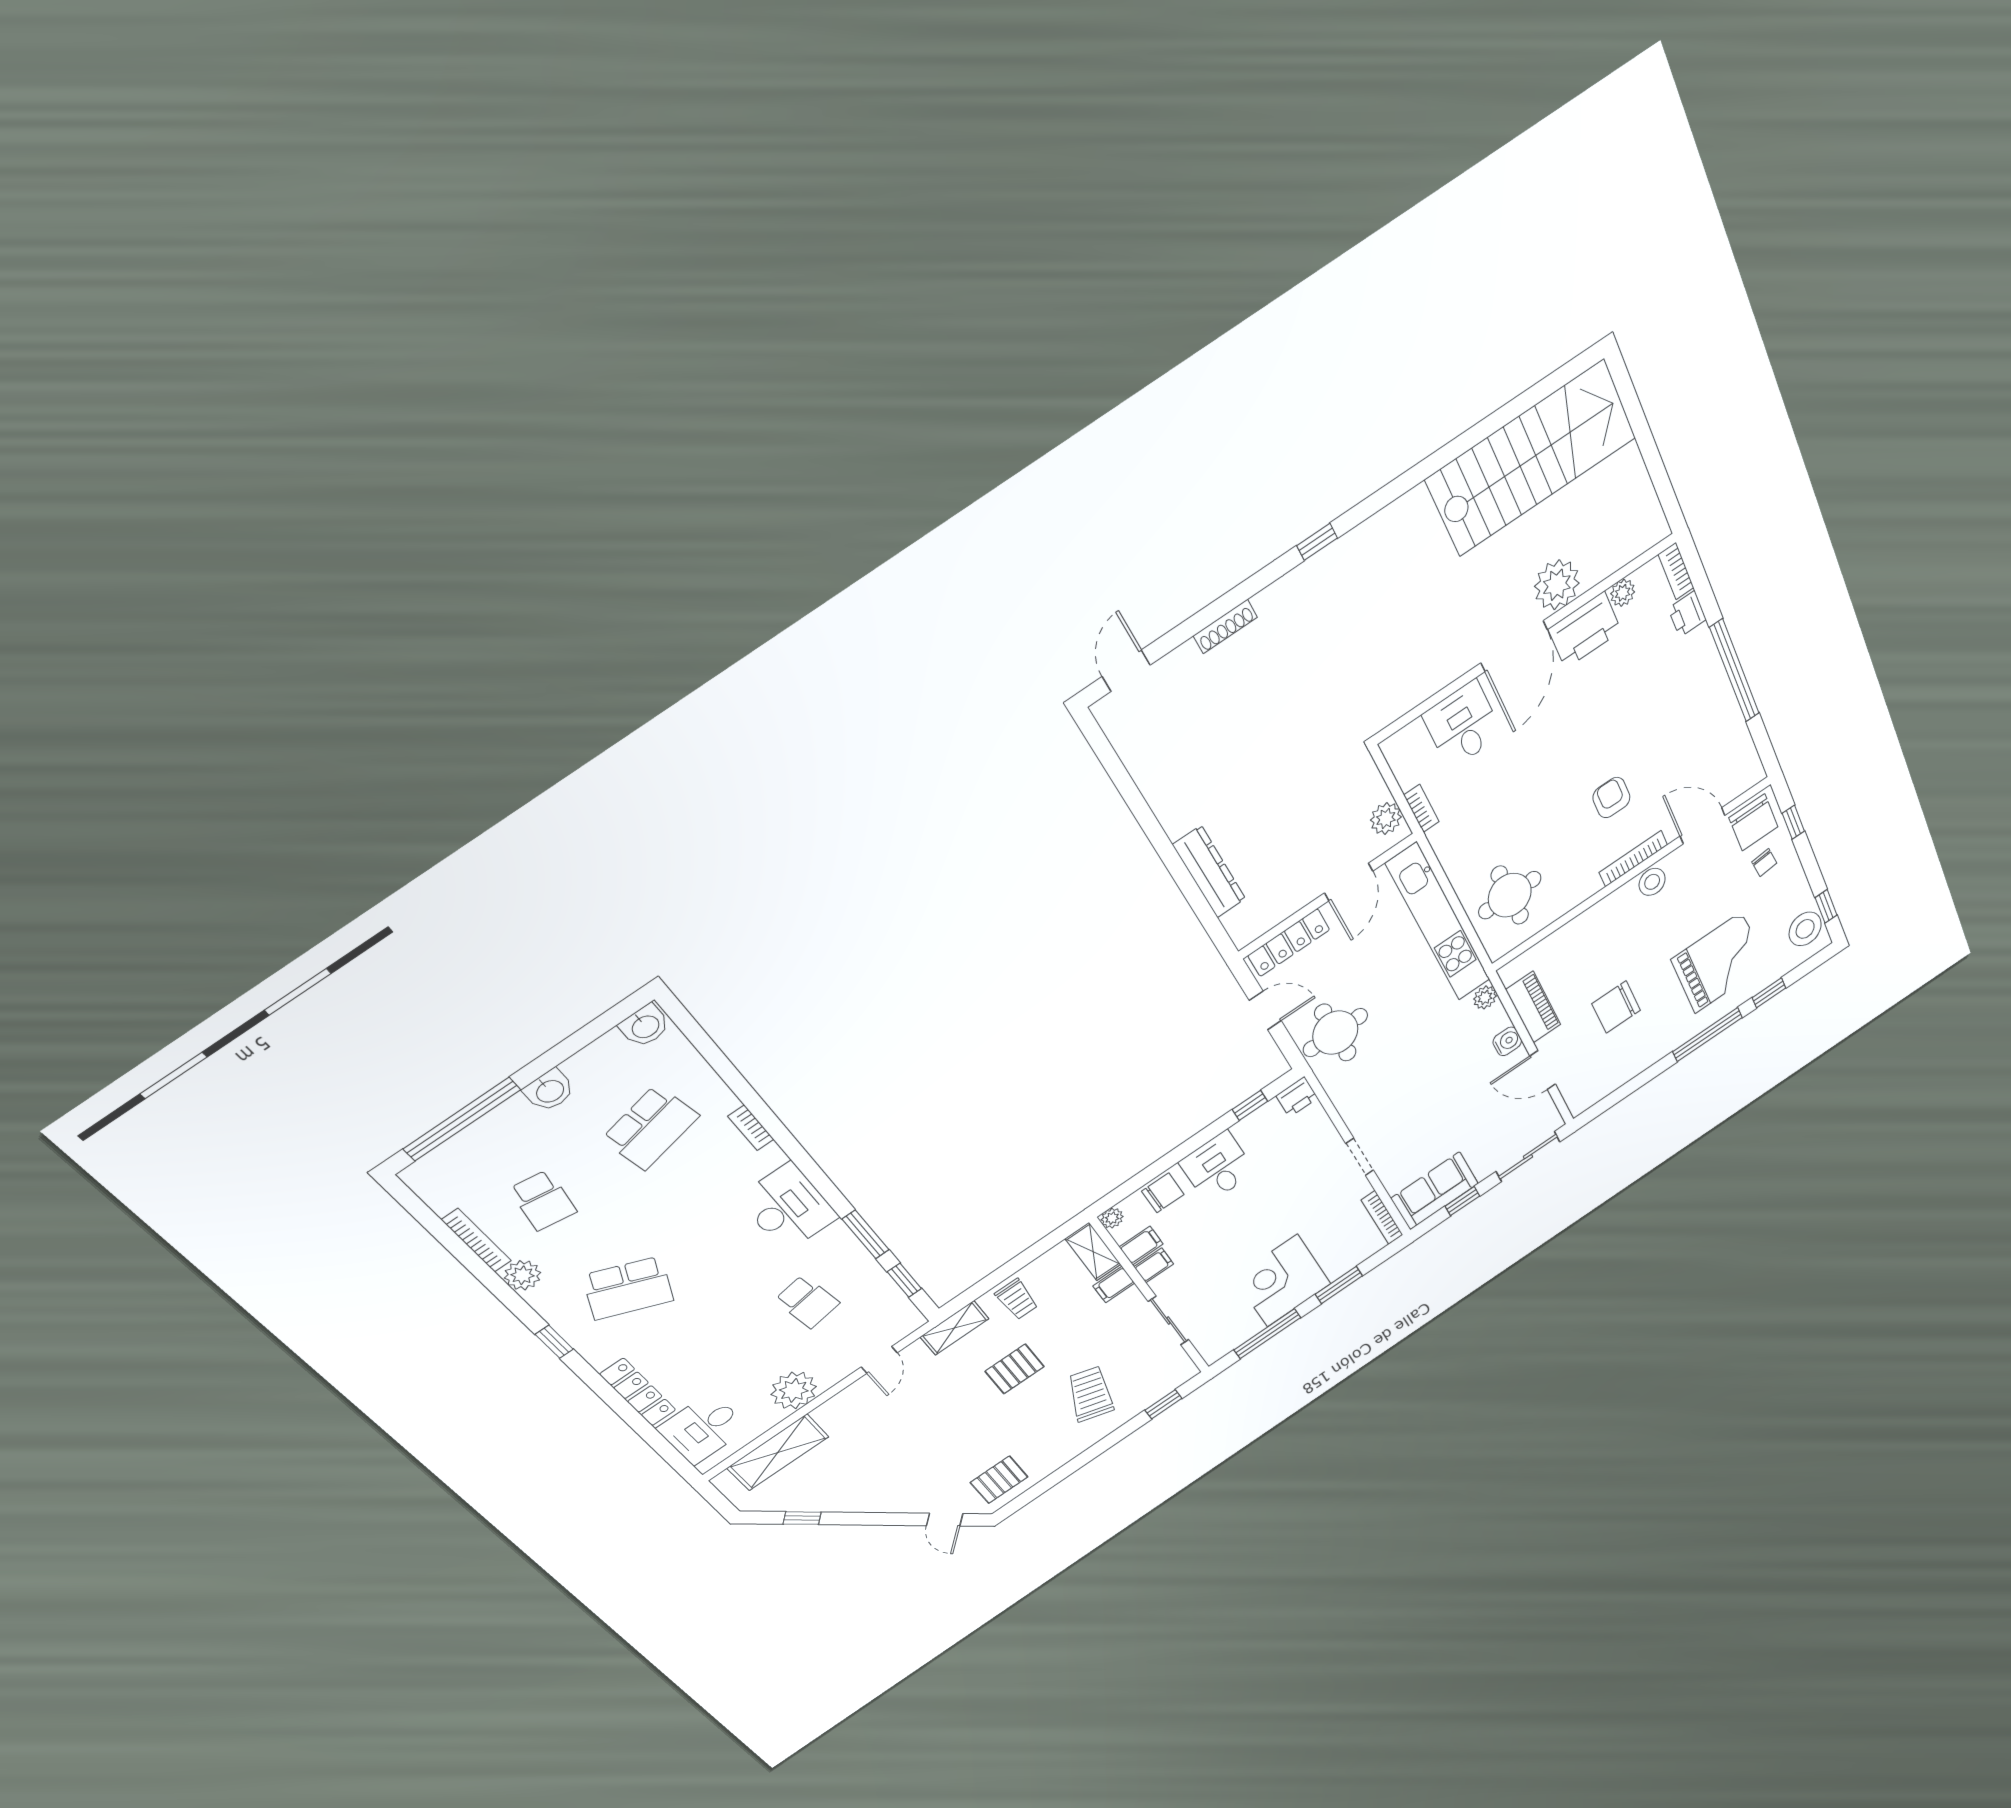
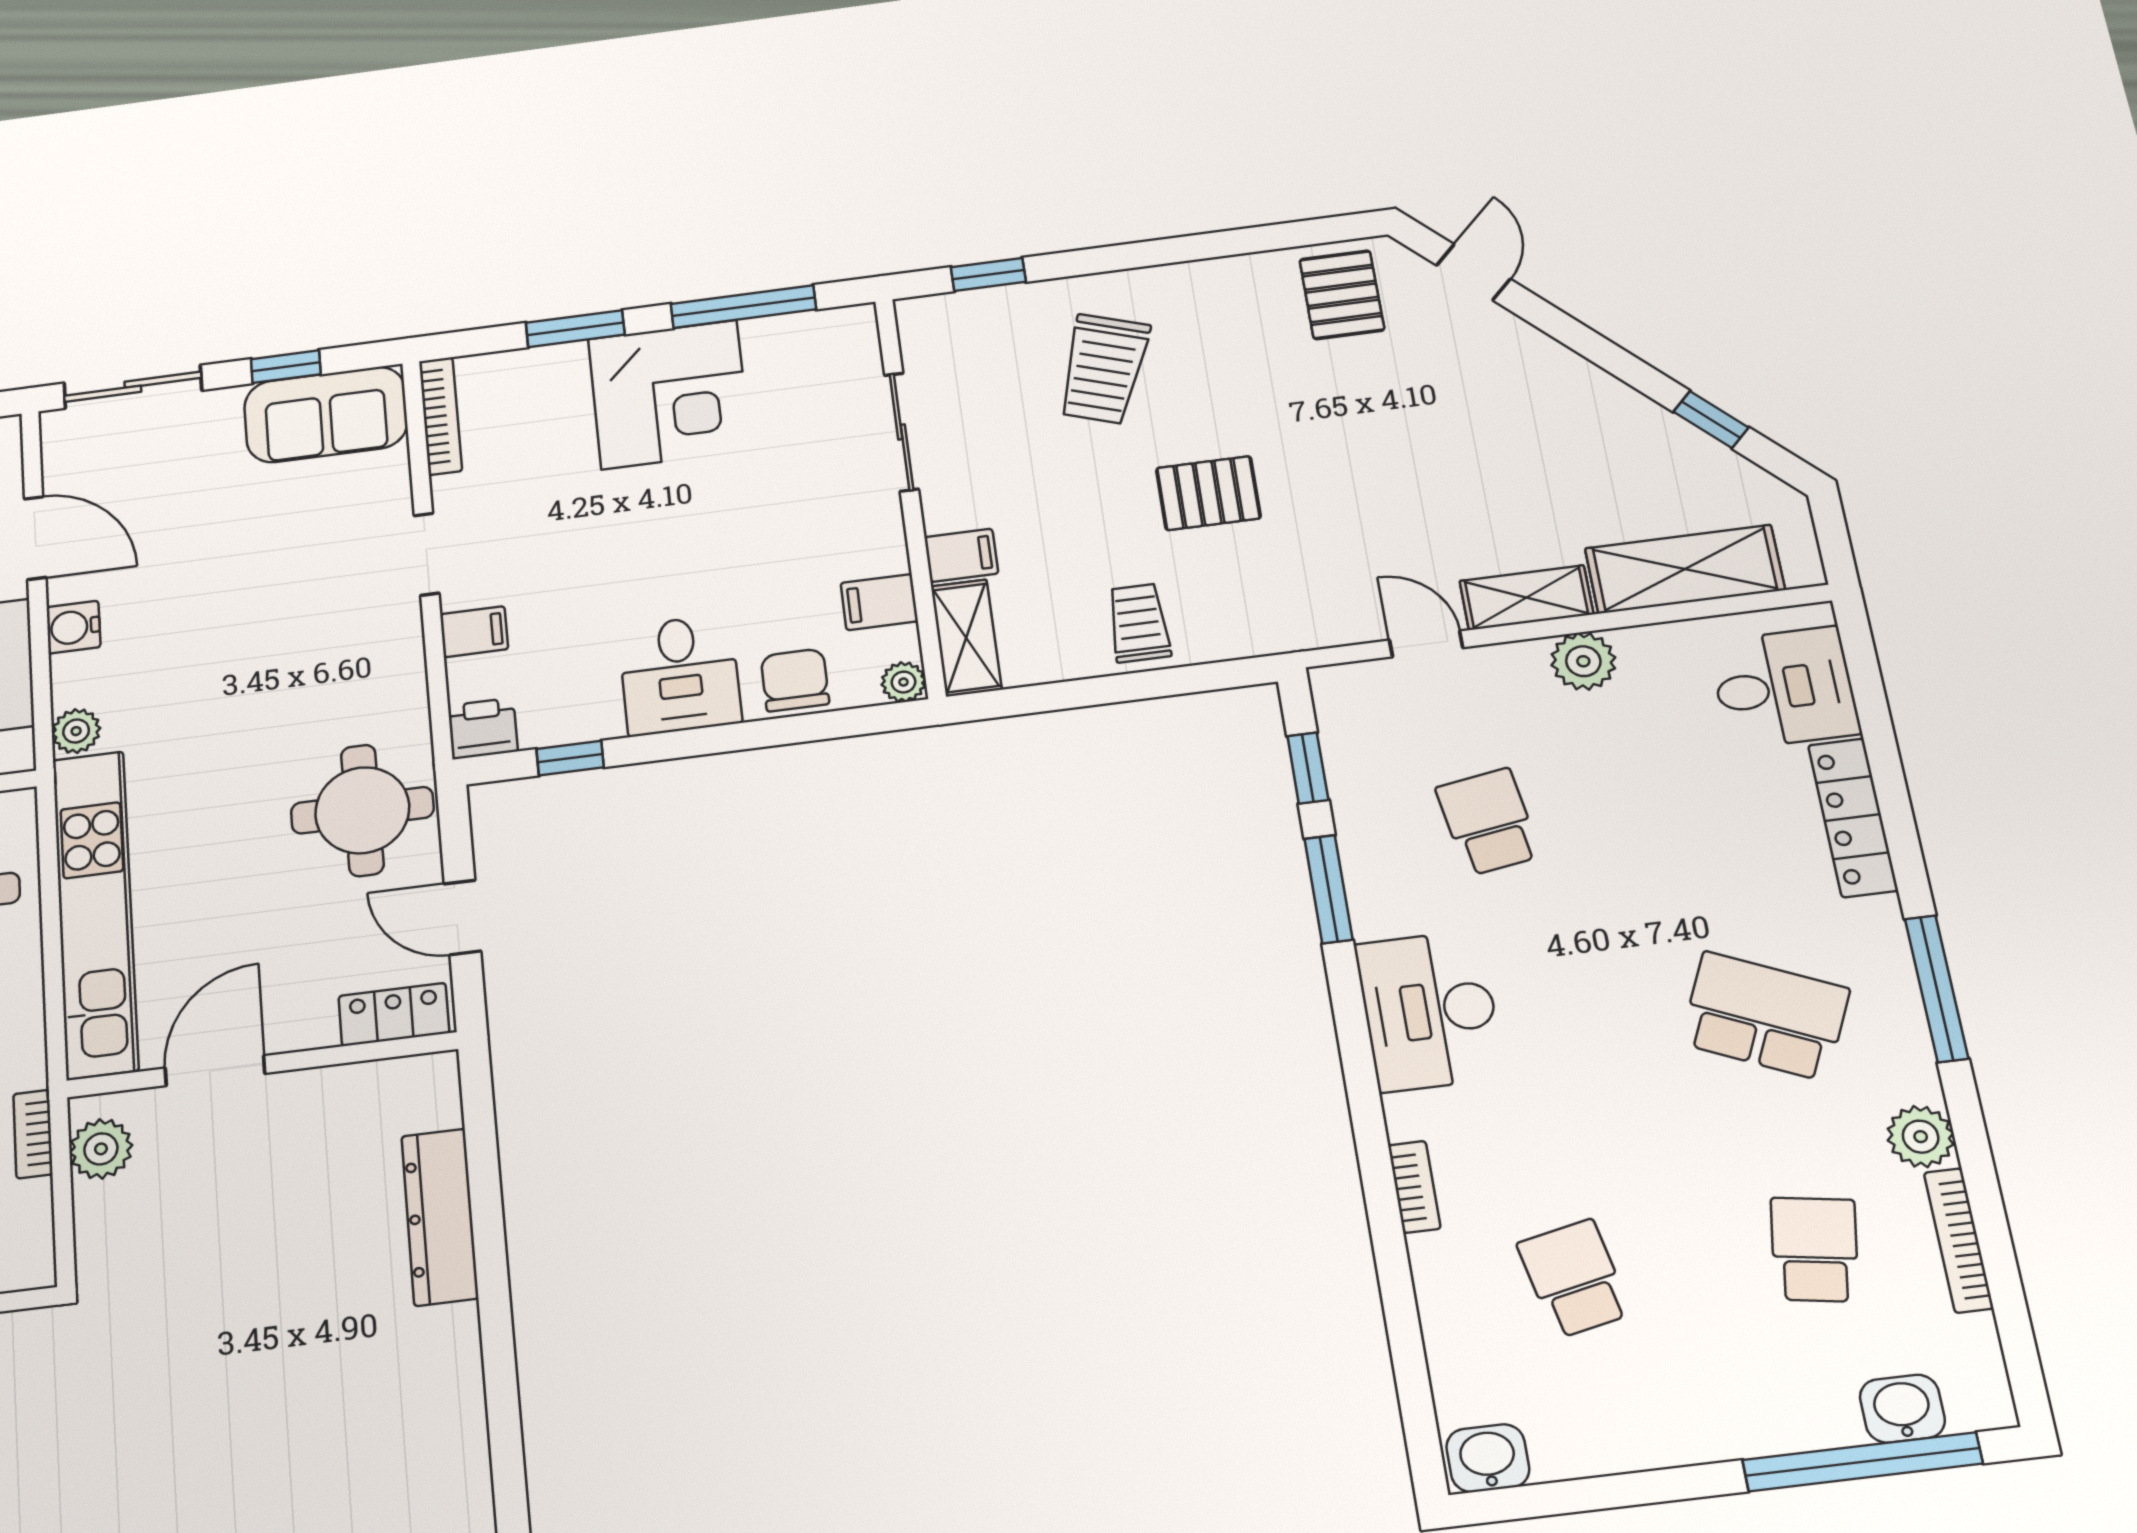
locker: (1289, 943) -> (394, 1014), width x0.66
washbasin: (549, 1091) -> (1902, 1409), moved
school desk: (651, 1128) -> (1574, 1279), width x0.54
chair: (1163, 1193) -> (795, 680), turned 90
filing cabinet: (1154, 1265) -> (474, 632), moved, turned 180
shelving: (954, 1328) -> (1526, 598), moved
window: (554, 1342) -> (1937, 988), width x2.17
door: (879, 1360) -> (1426, 644), hinge flipped
plant: (794, 1390) -> (1583, 661), width x0.73, depth x0.73
pallet: (999, 1480) -> (1342, 295), turned 90

